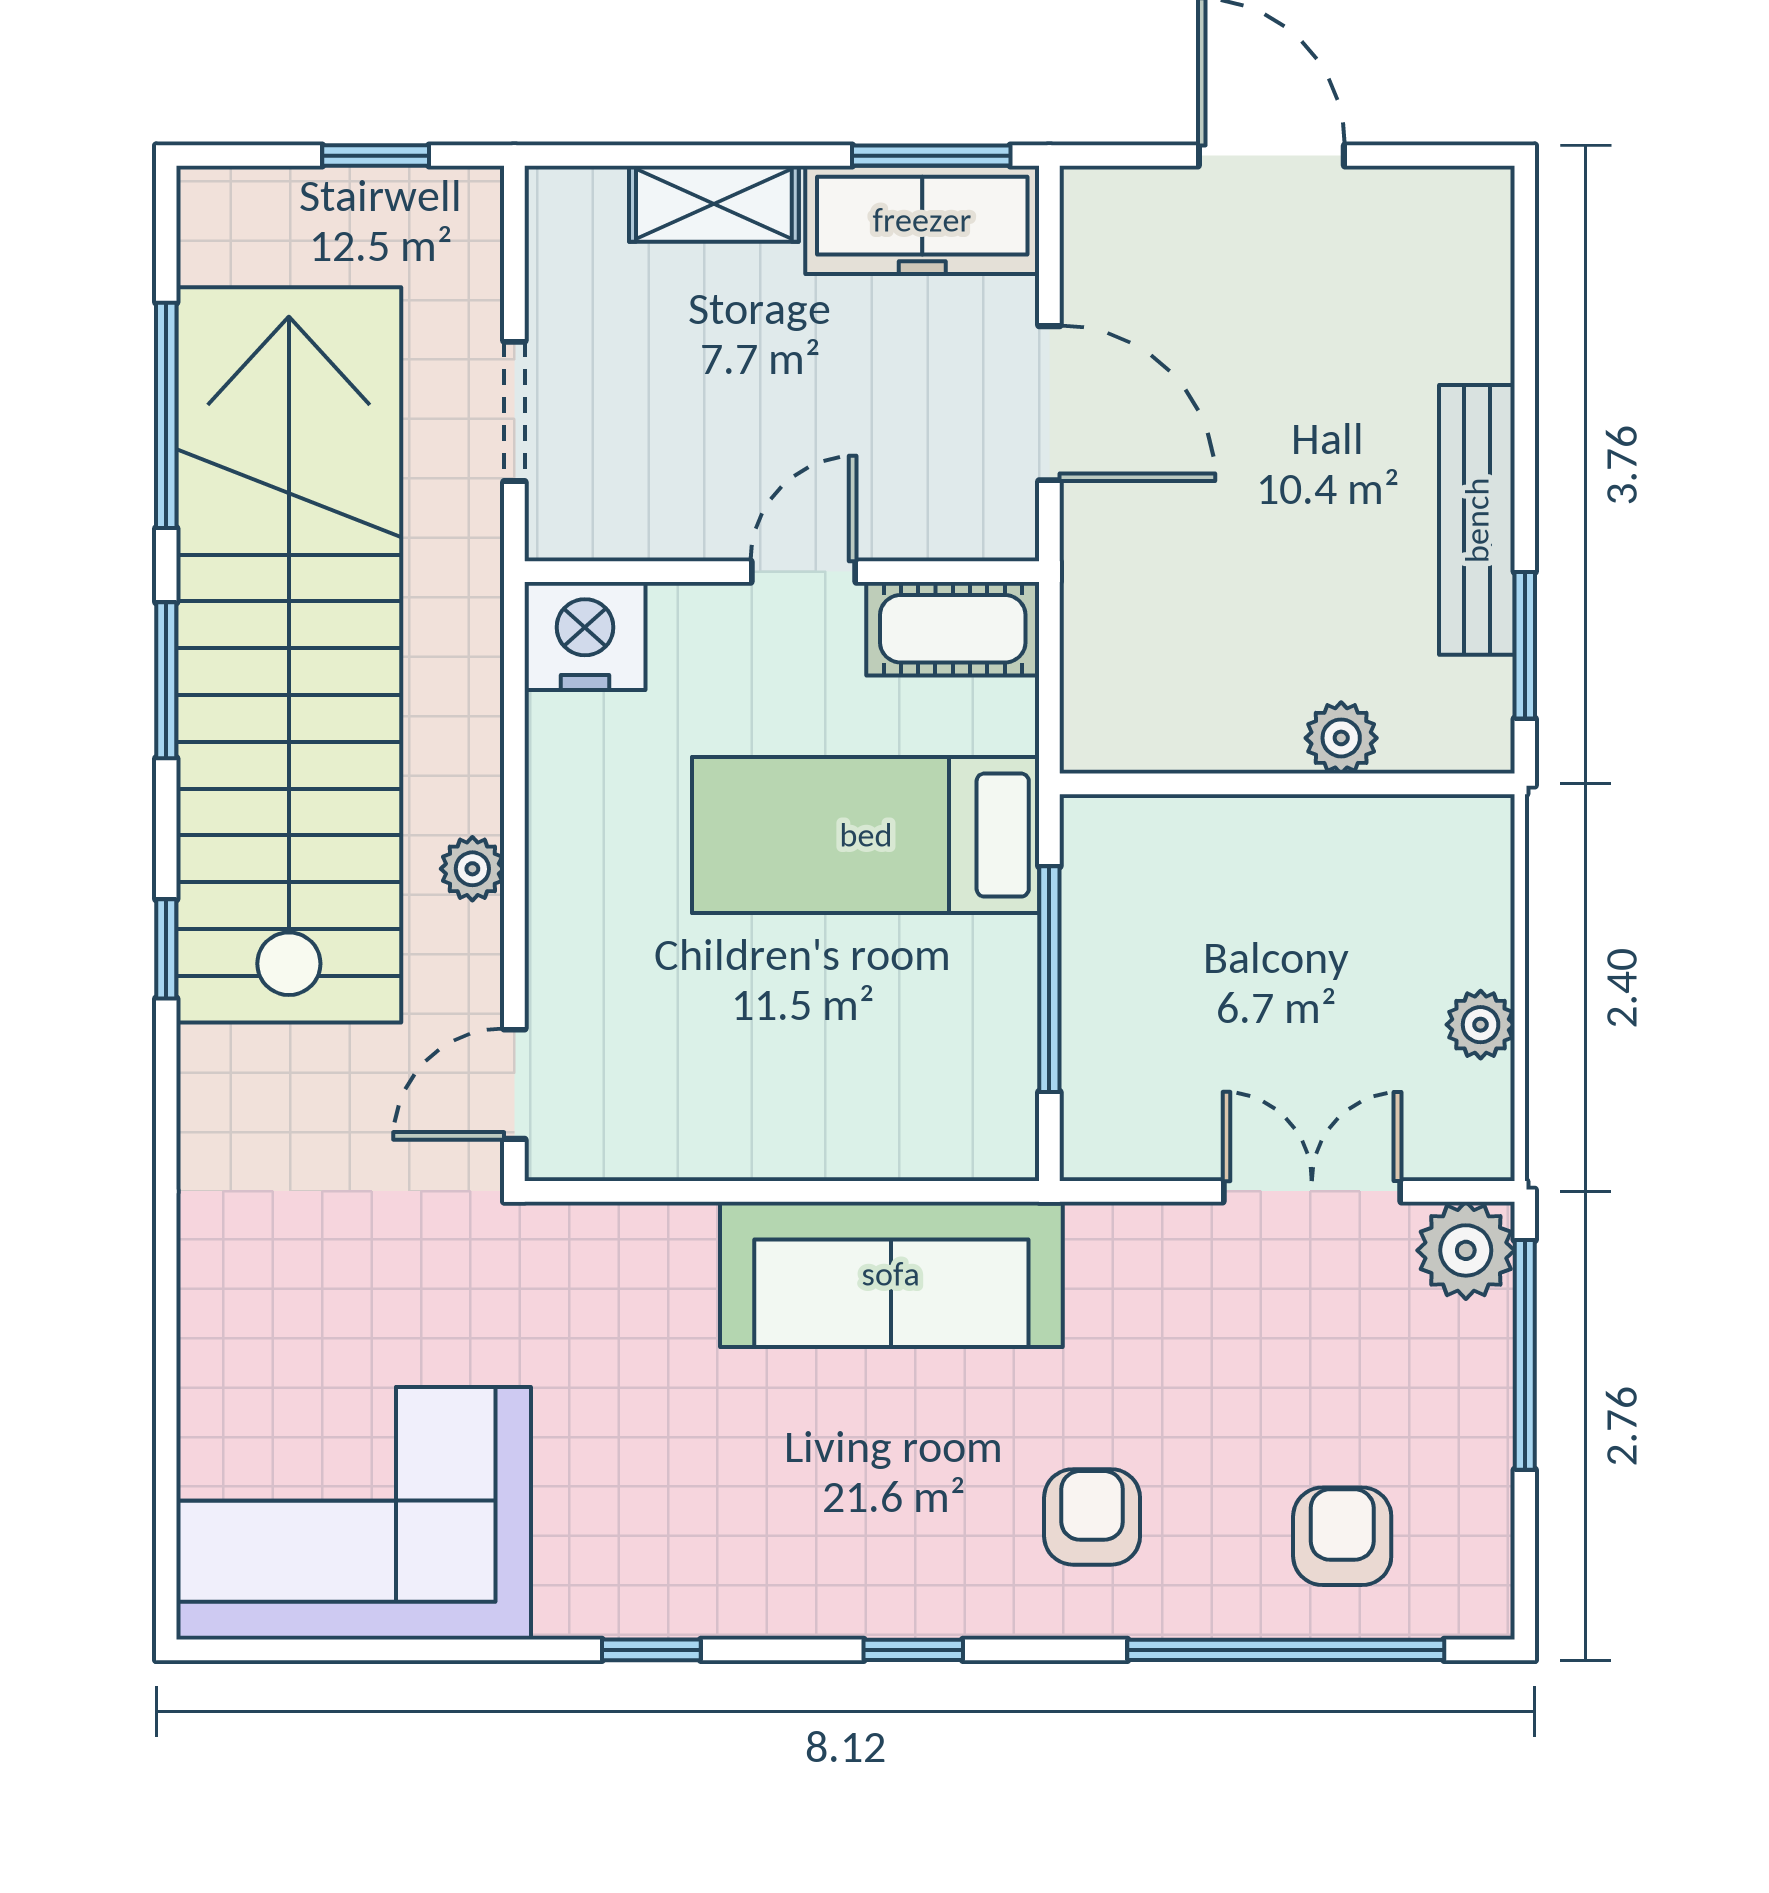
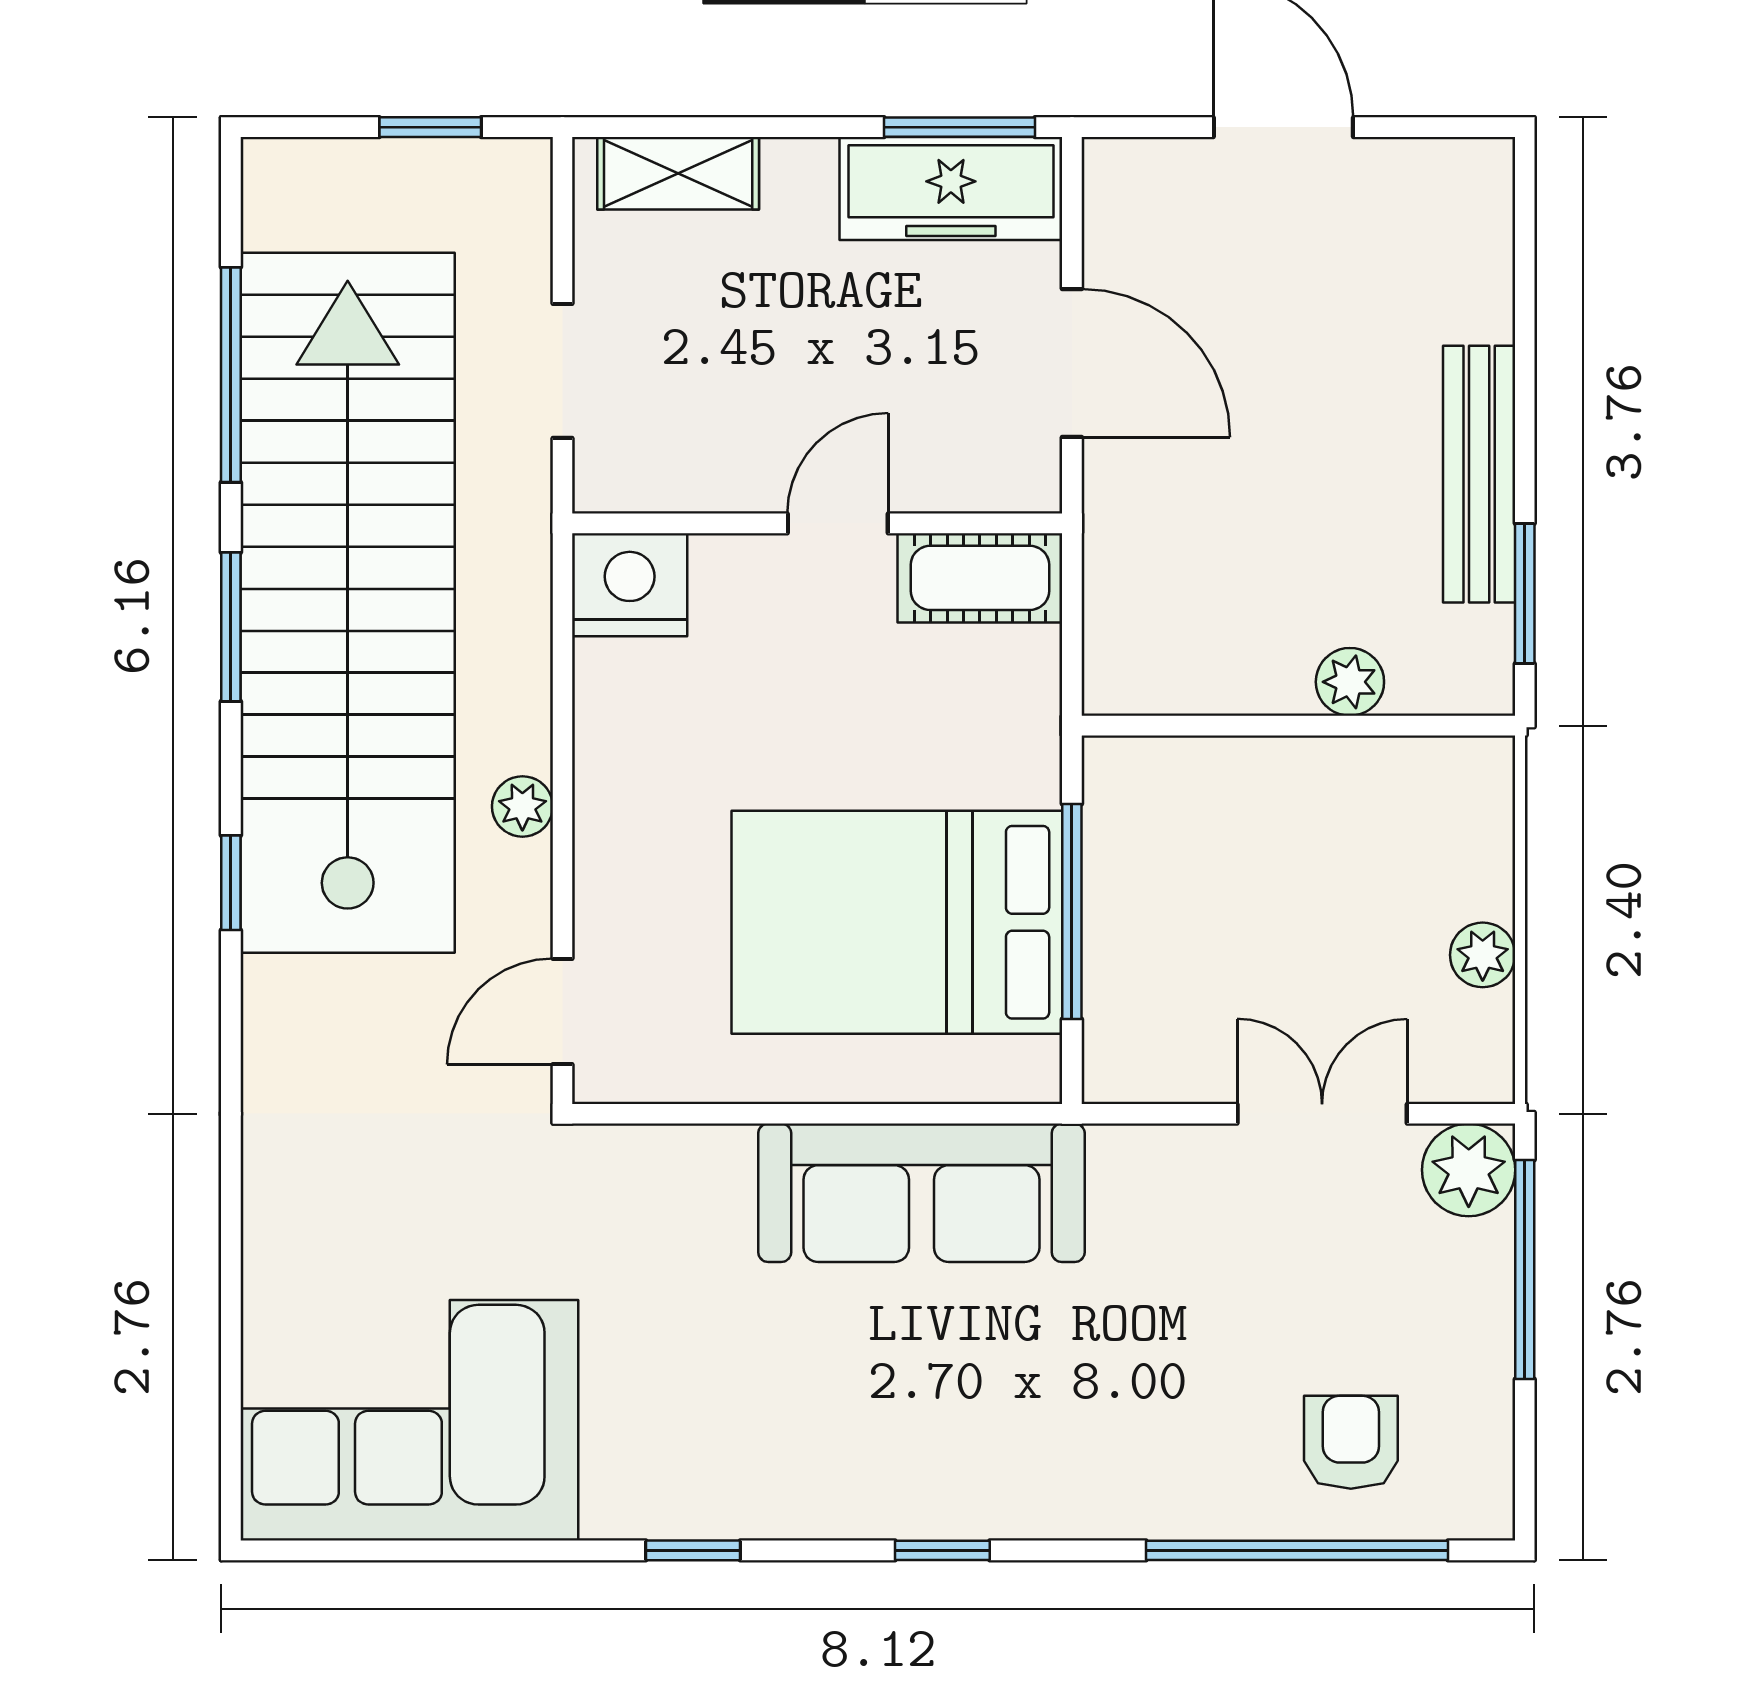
shelving: (714, 204) -> (678, 173), moved
bed: (866, 835) -> (897, 922), moved, width x1.50
armchair: (1092, 1517) -> (1113, 1424), removed

